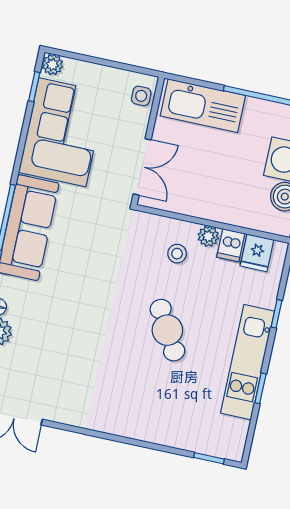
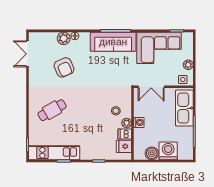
plant: (52, 65) -> (188, 65), moved
washing machine: (213, 210) -> (139, 122), added
cafe table: (167, 330) -> (52, 110), moved
armchair: (60, 344) -> (64, 67), added
kitchen unit: (248, 362) -> (54, 153), moved

